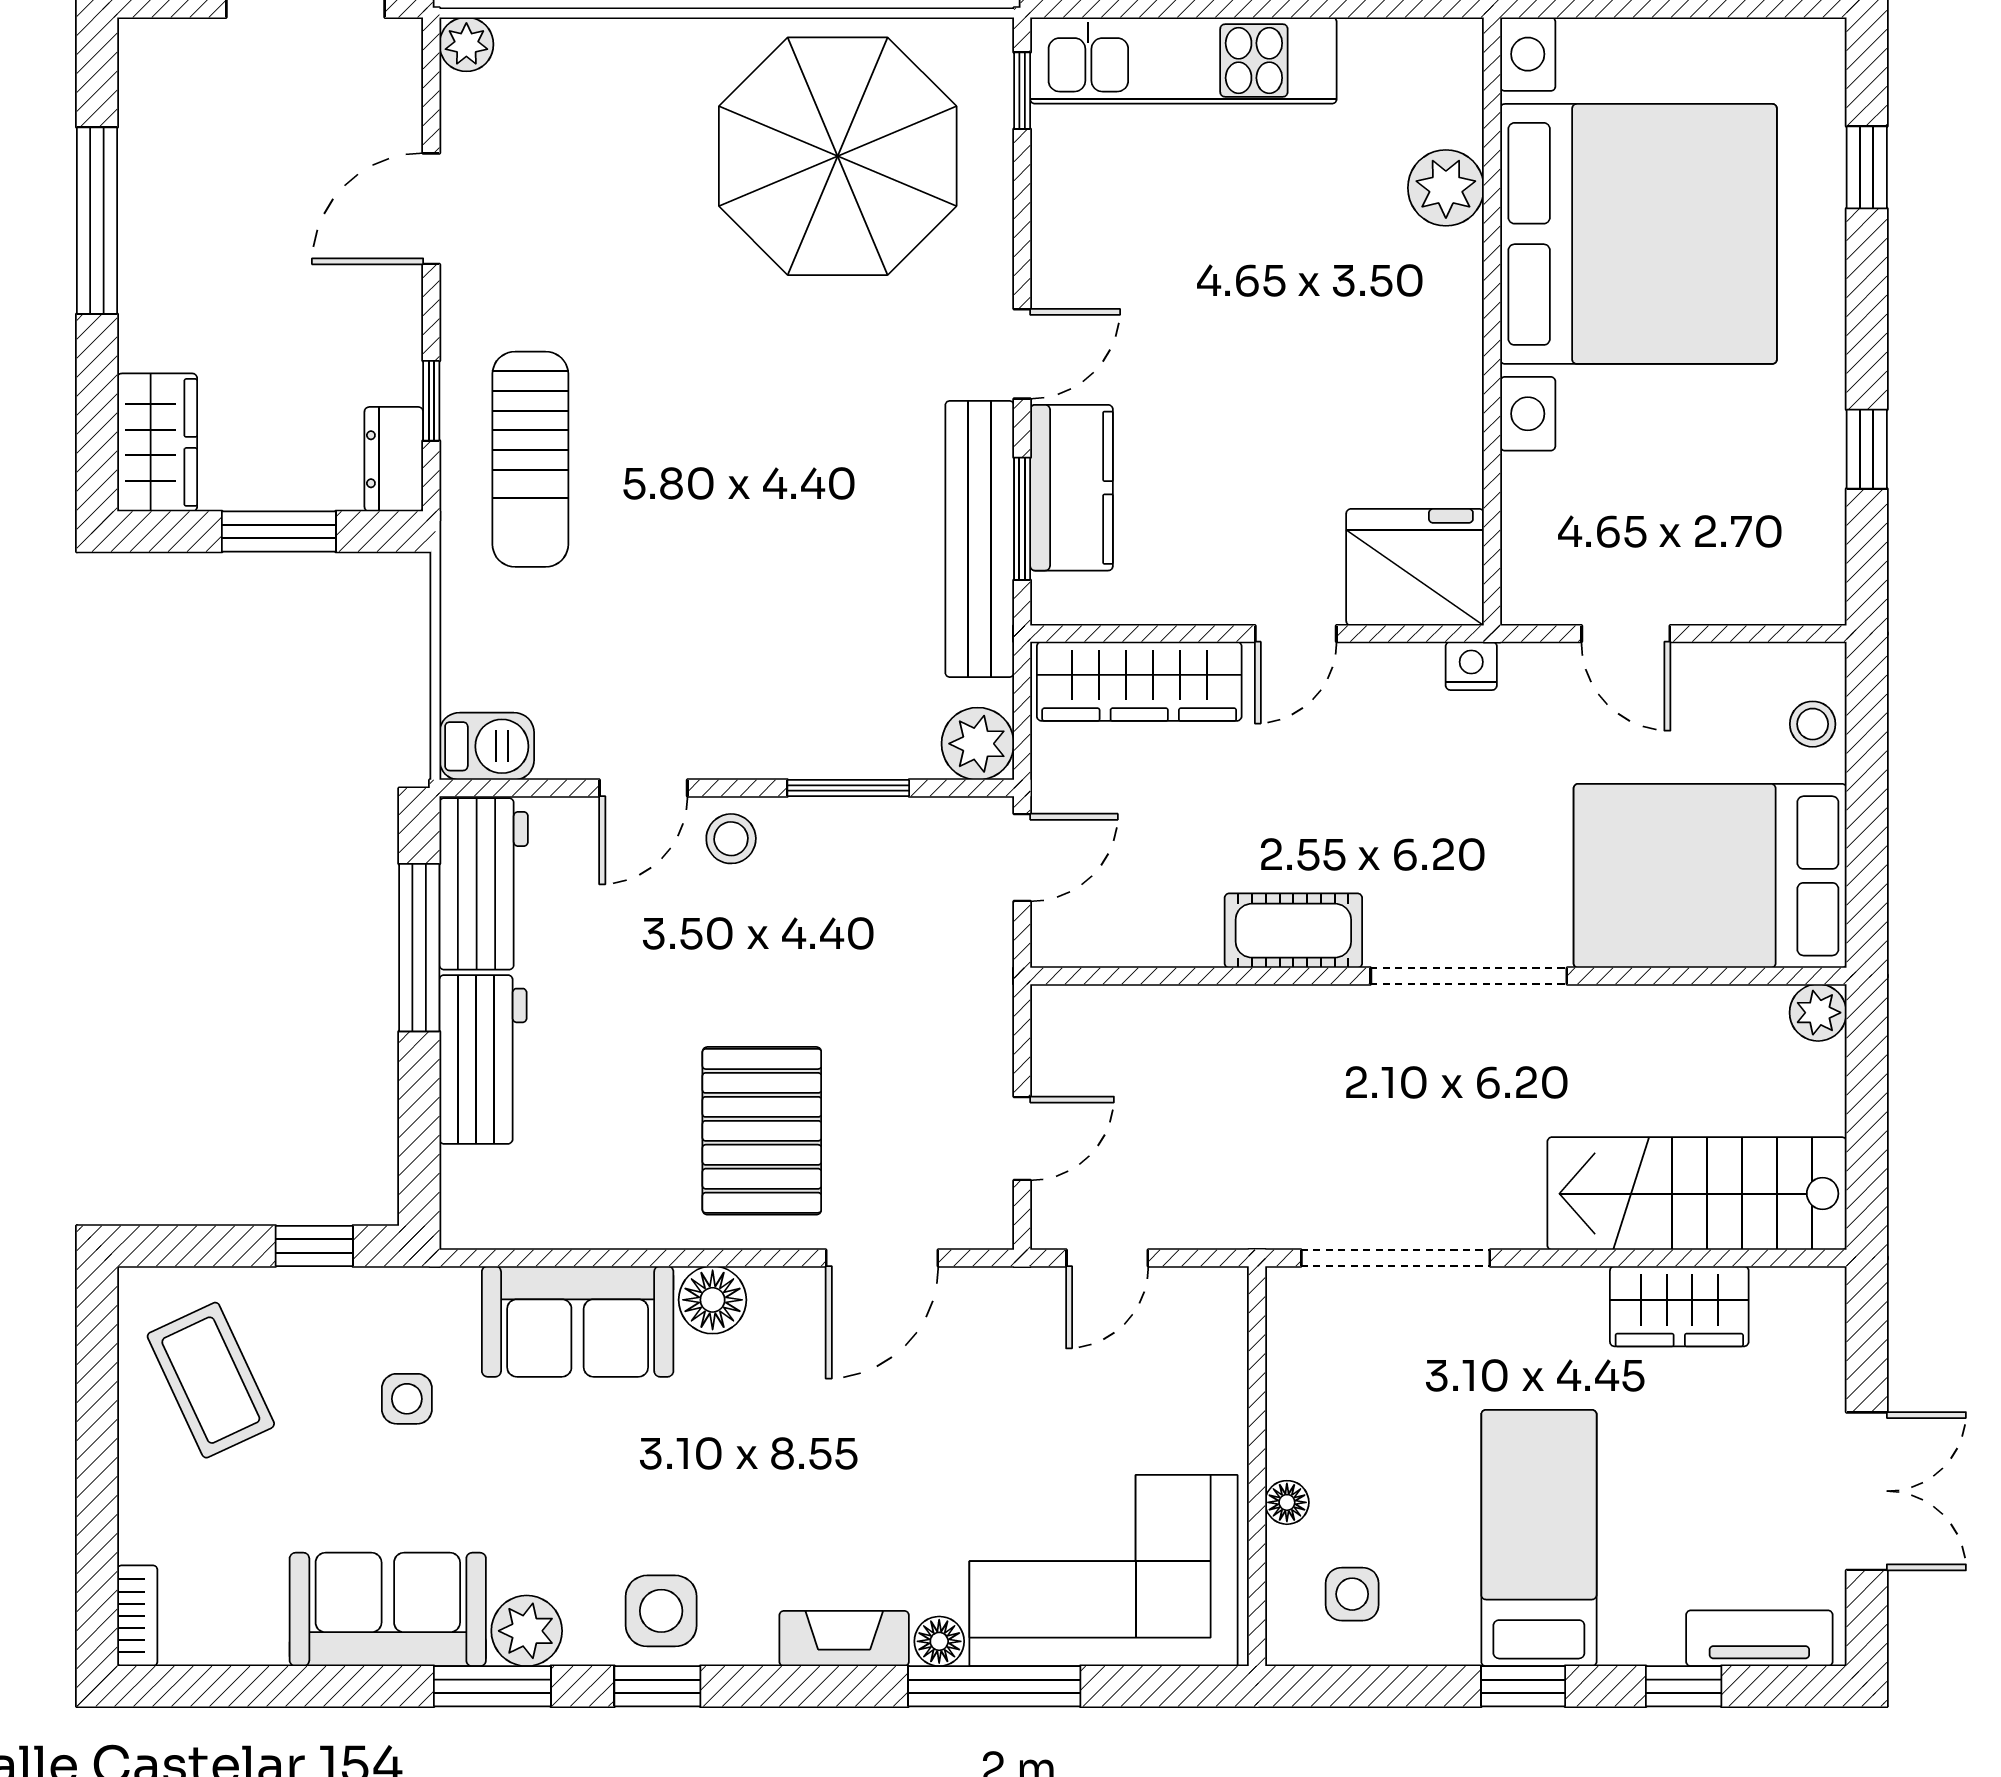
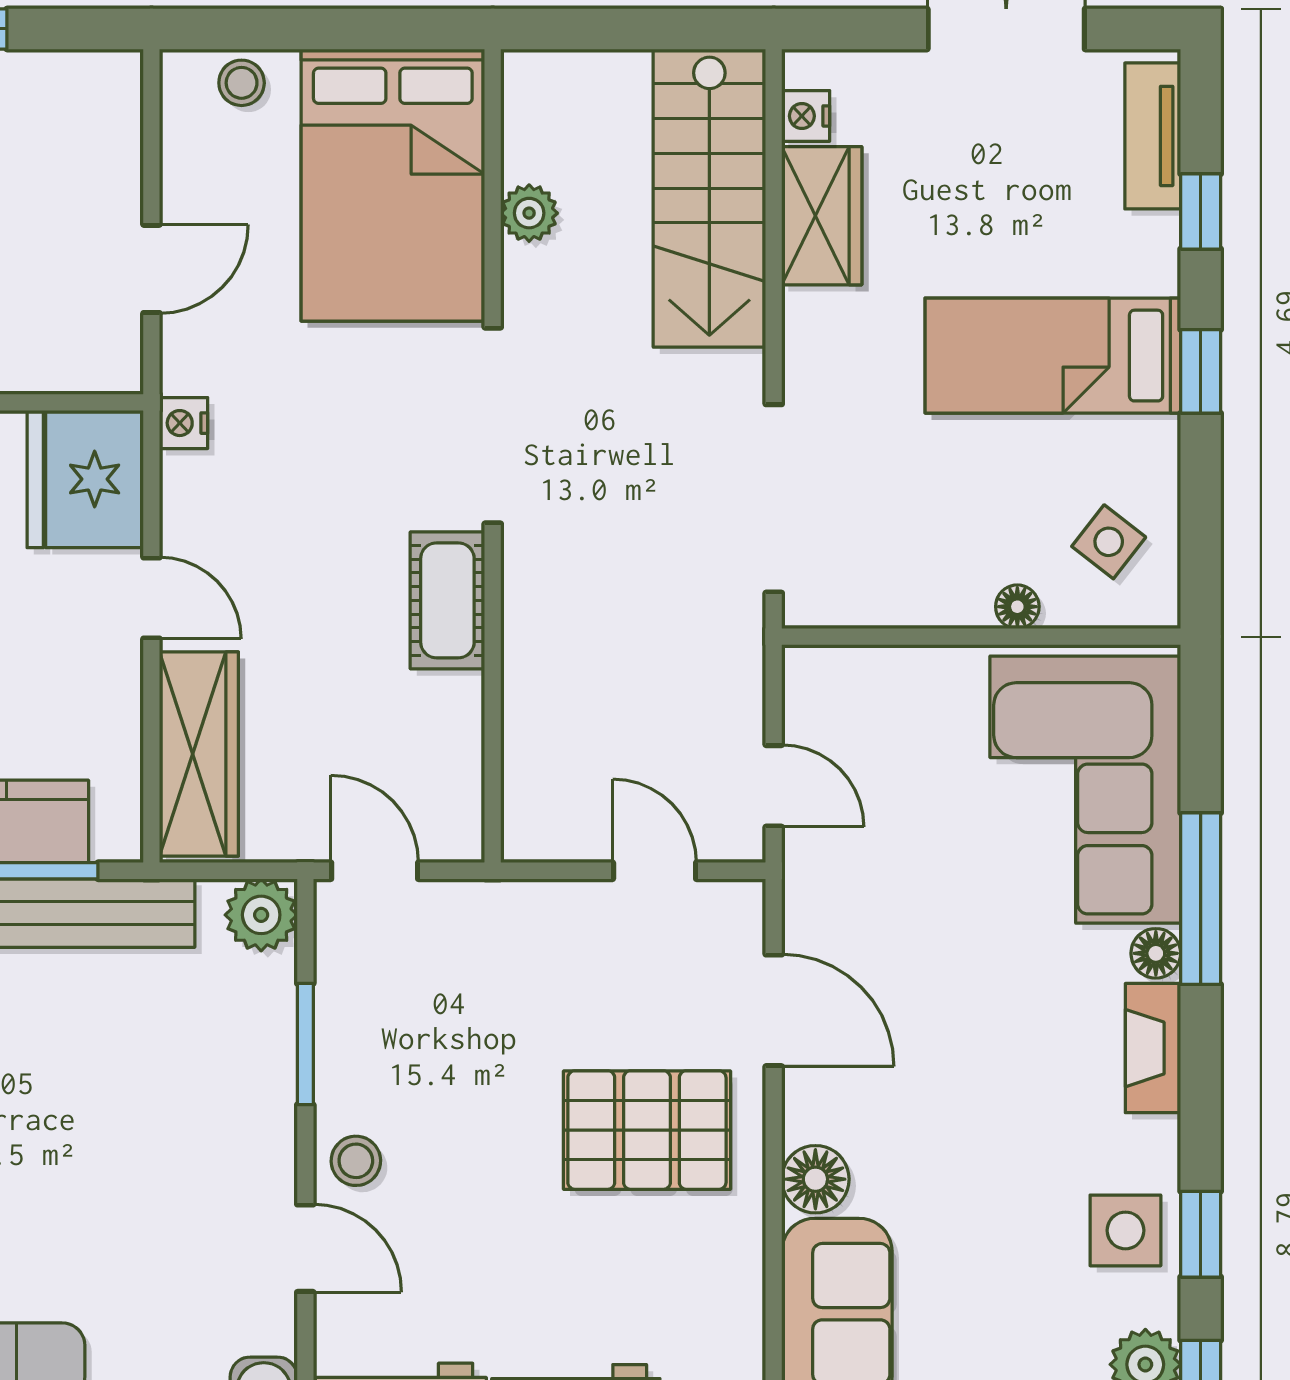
plant: (1818, 1013) -> (529, 213), moved
nightstand: (1779, 1290) -> (806, 116), added
side table: (1352, 1594) -> (1109, 542), turned 38

